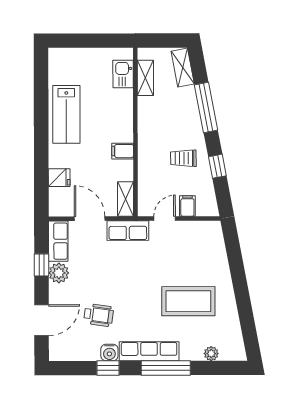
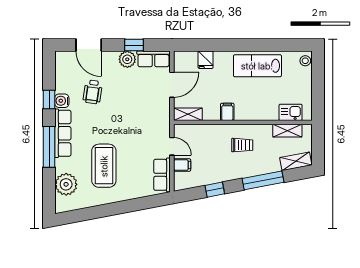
stool: (60, 56) -> (305, 61), added
trolley: (183, 158) -> (242, 145), moved, turned 90
row of seats: (128, 231) -> (162, 175), moved
plant: (211, 354) -> (66, 184), width x1.88, depth x1.88

